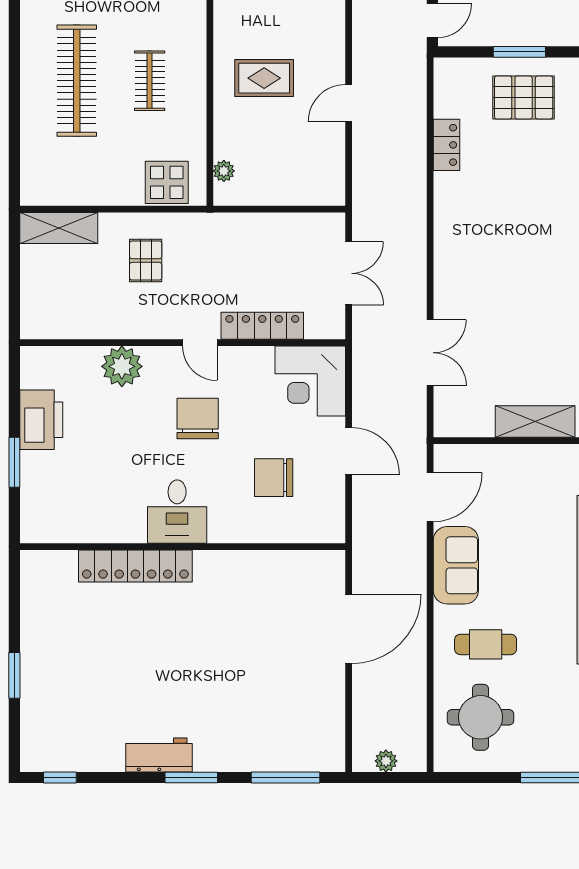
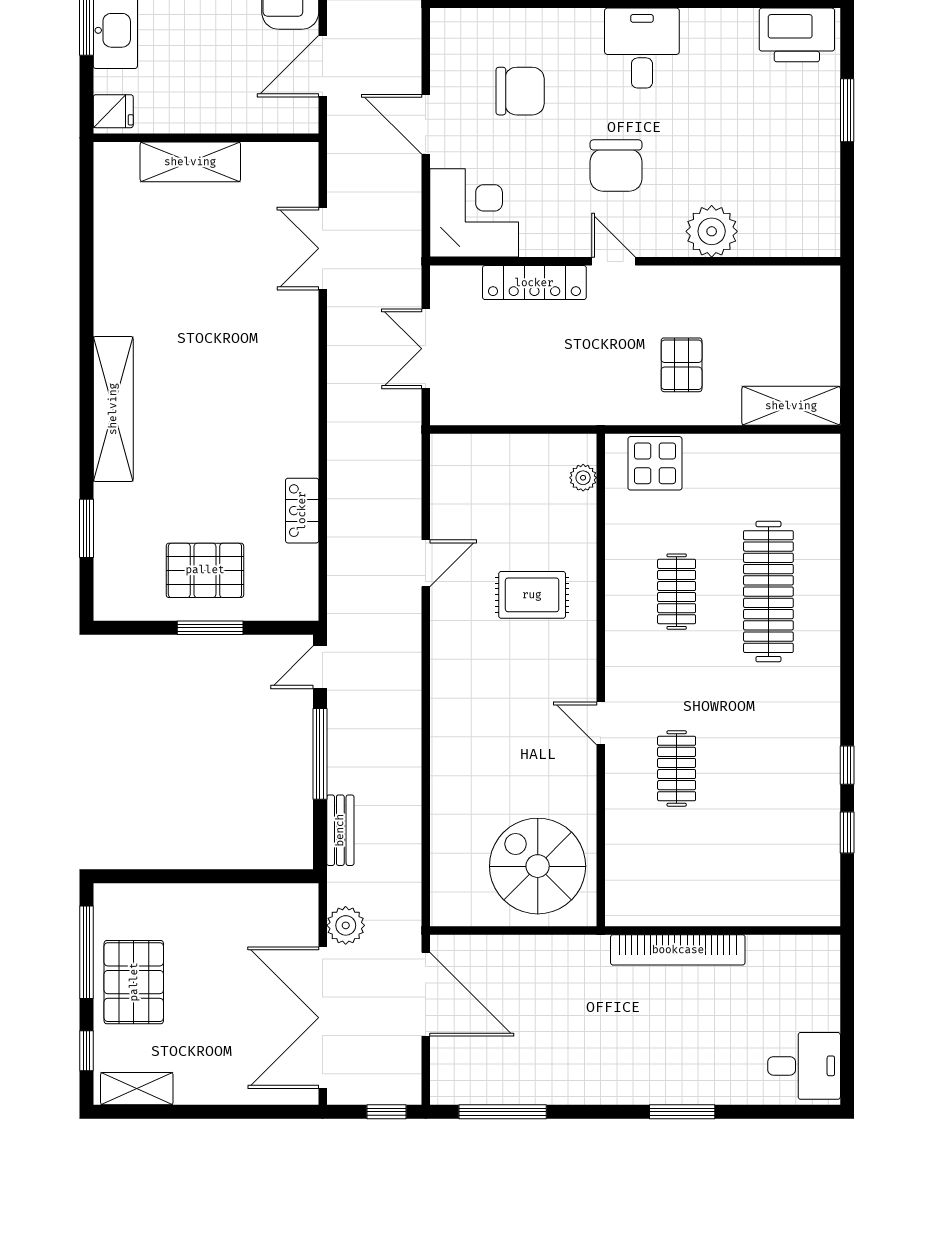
printer: (41, 420) -> (797, 35), moved, turned -90

